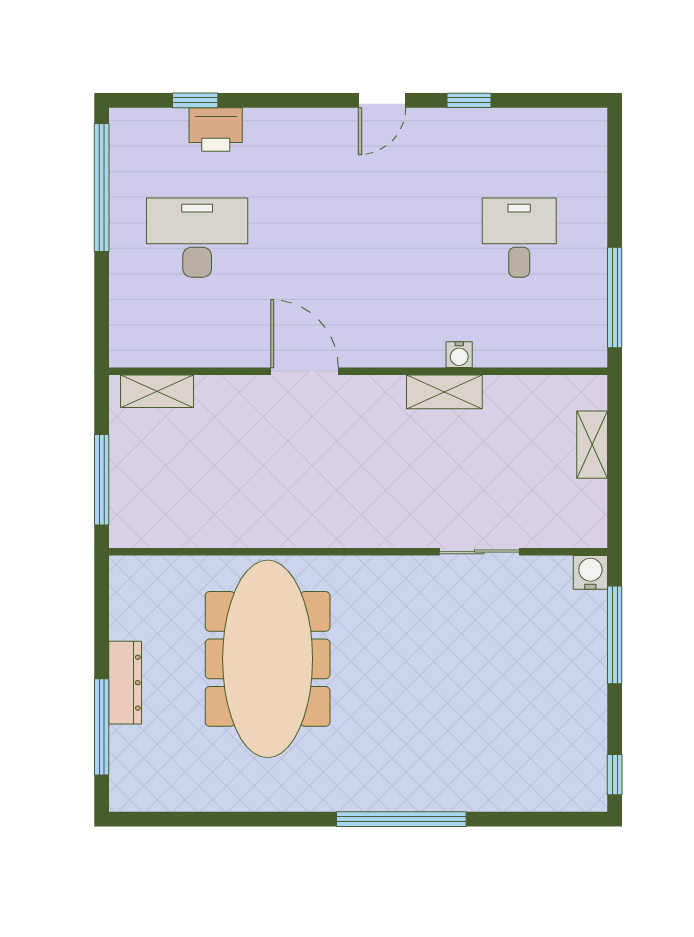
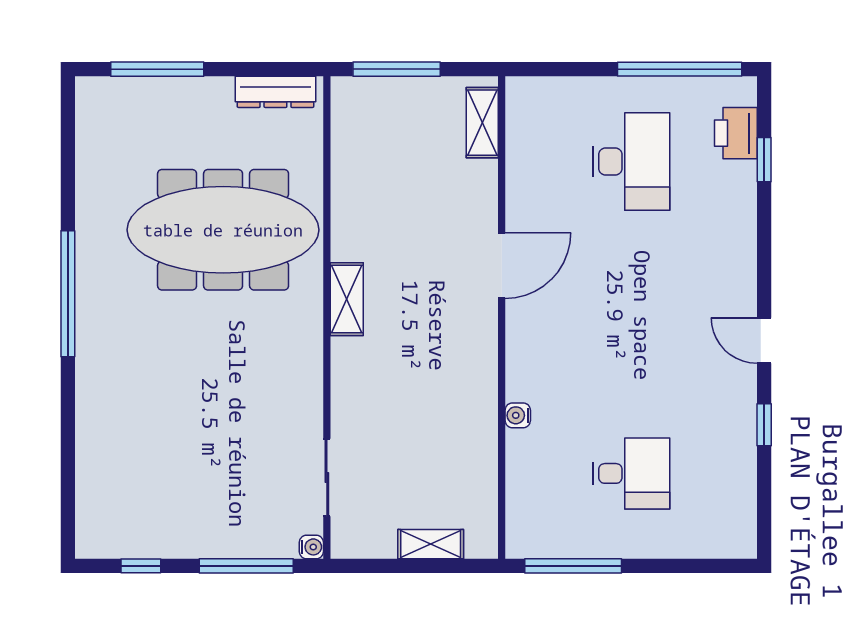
printer: (216, 129) -> (736, 133), moved
shelving: (444, 392) -> (347, 299), moved
sliding door: (479, 552) -> (327, 477), moved
water cooler: (590, 572) -> (311, 547), width x0.72, depth x0.72
dresser: (125, 683) -> (275, 92), moved
window: (615, 775) -> (141, 566), moved
window: (401, 819) -> (68, 294), moved

